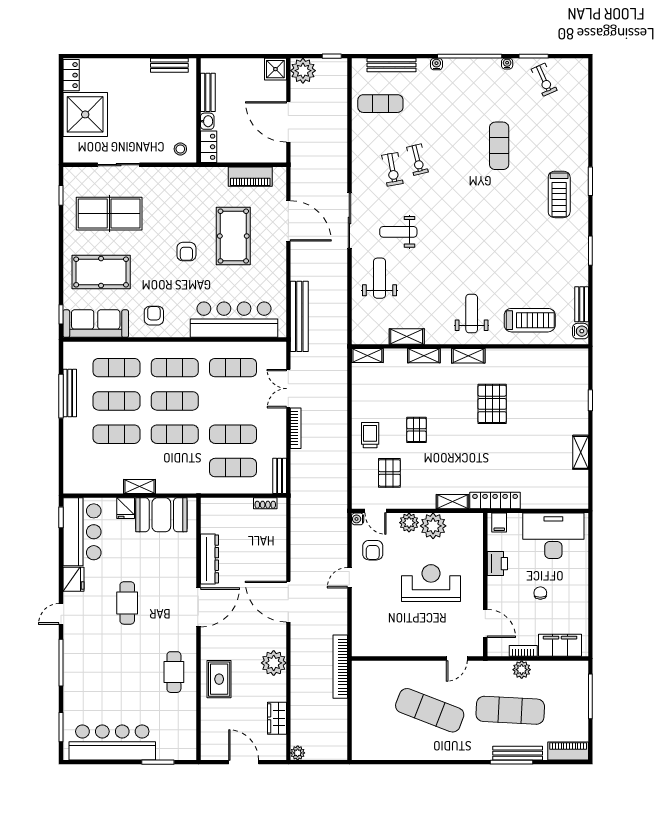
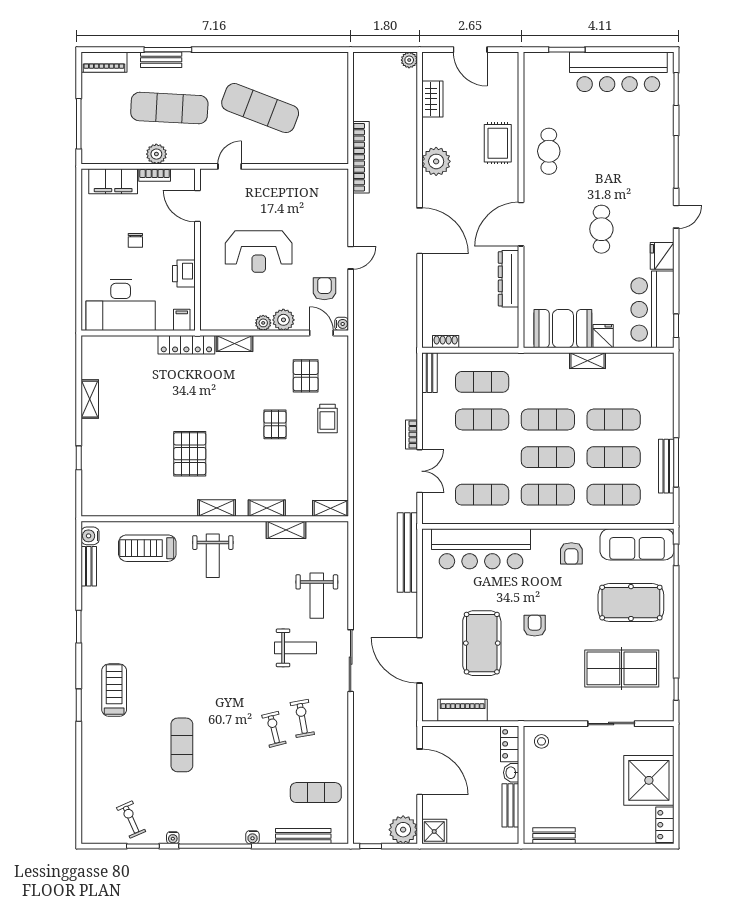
bookcase: (296, 428) -> (411, 434), width x0.64
plant: (433, 526) -> (263, 323), width x0.53, depth x0.53
bench: (518, 753) -> (161, 60), width x0.73

